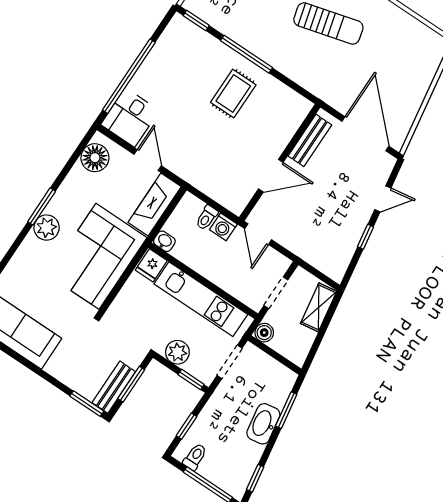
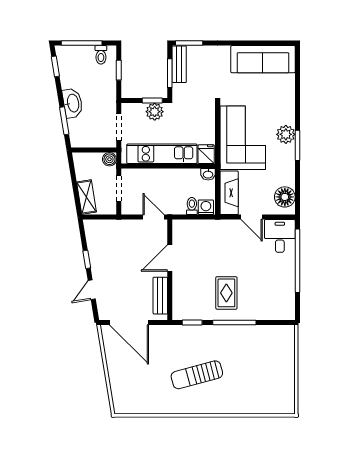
window: (196, 21) -> (192, 322), moved
washing machine: (223, 227) -> (206, 207), moved
window: (191, 380) -> (152, 101), moved

